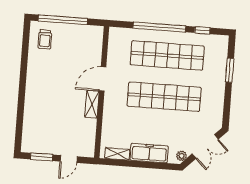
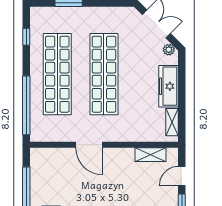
window: (159, 27) -> (26, 105), moved
shelving: (92, 104) -> (151, 155), moved
door: (69, 159) -> (182, 176), swing flipped

